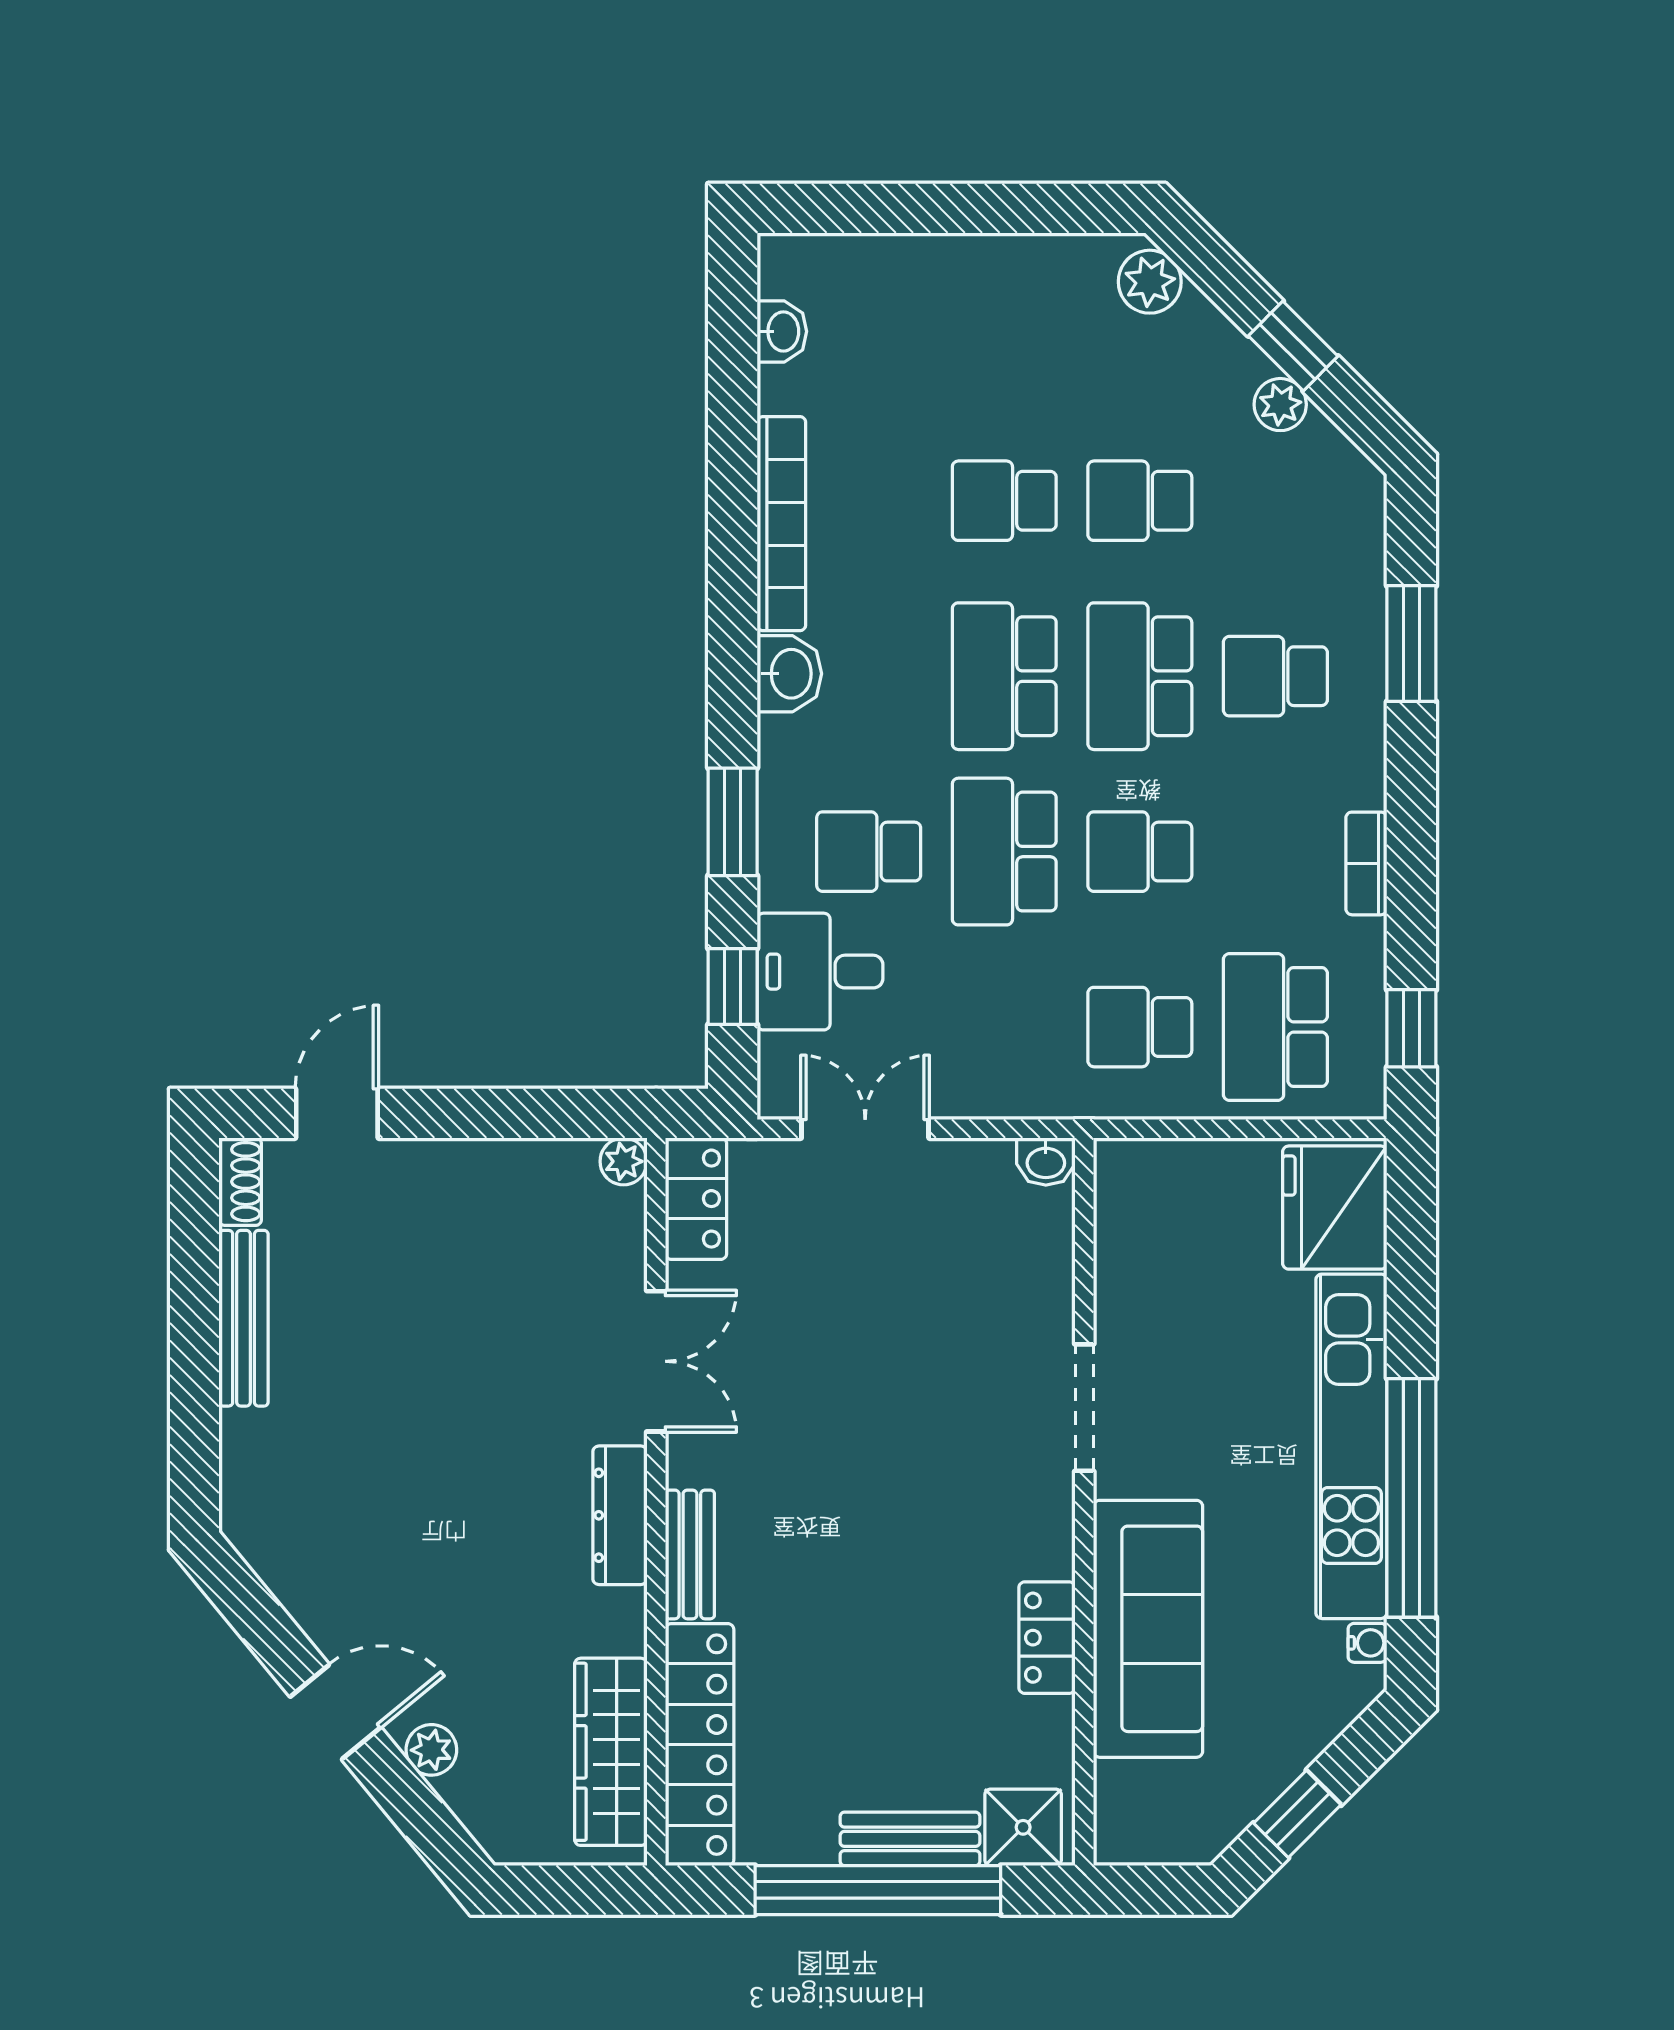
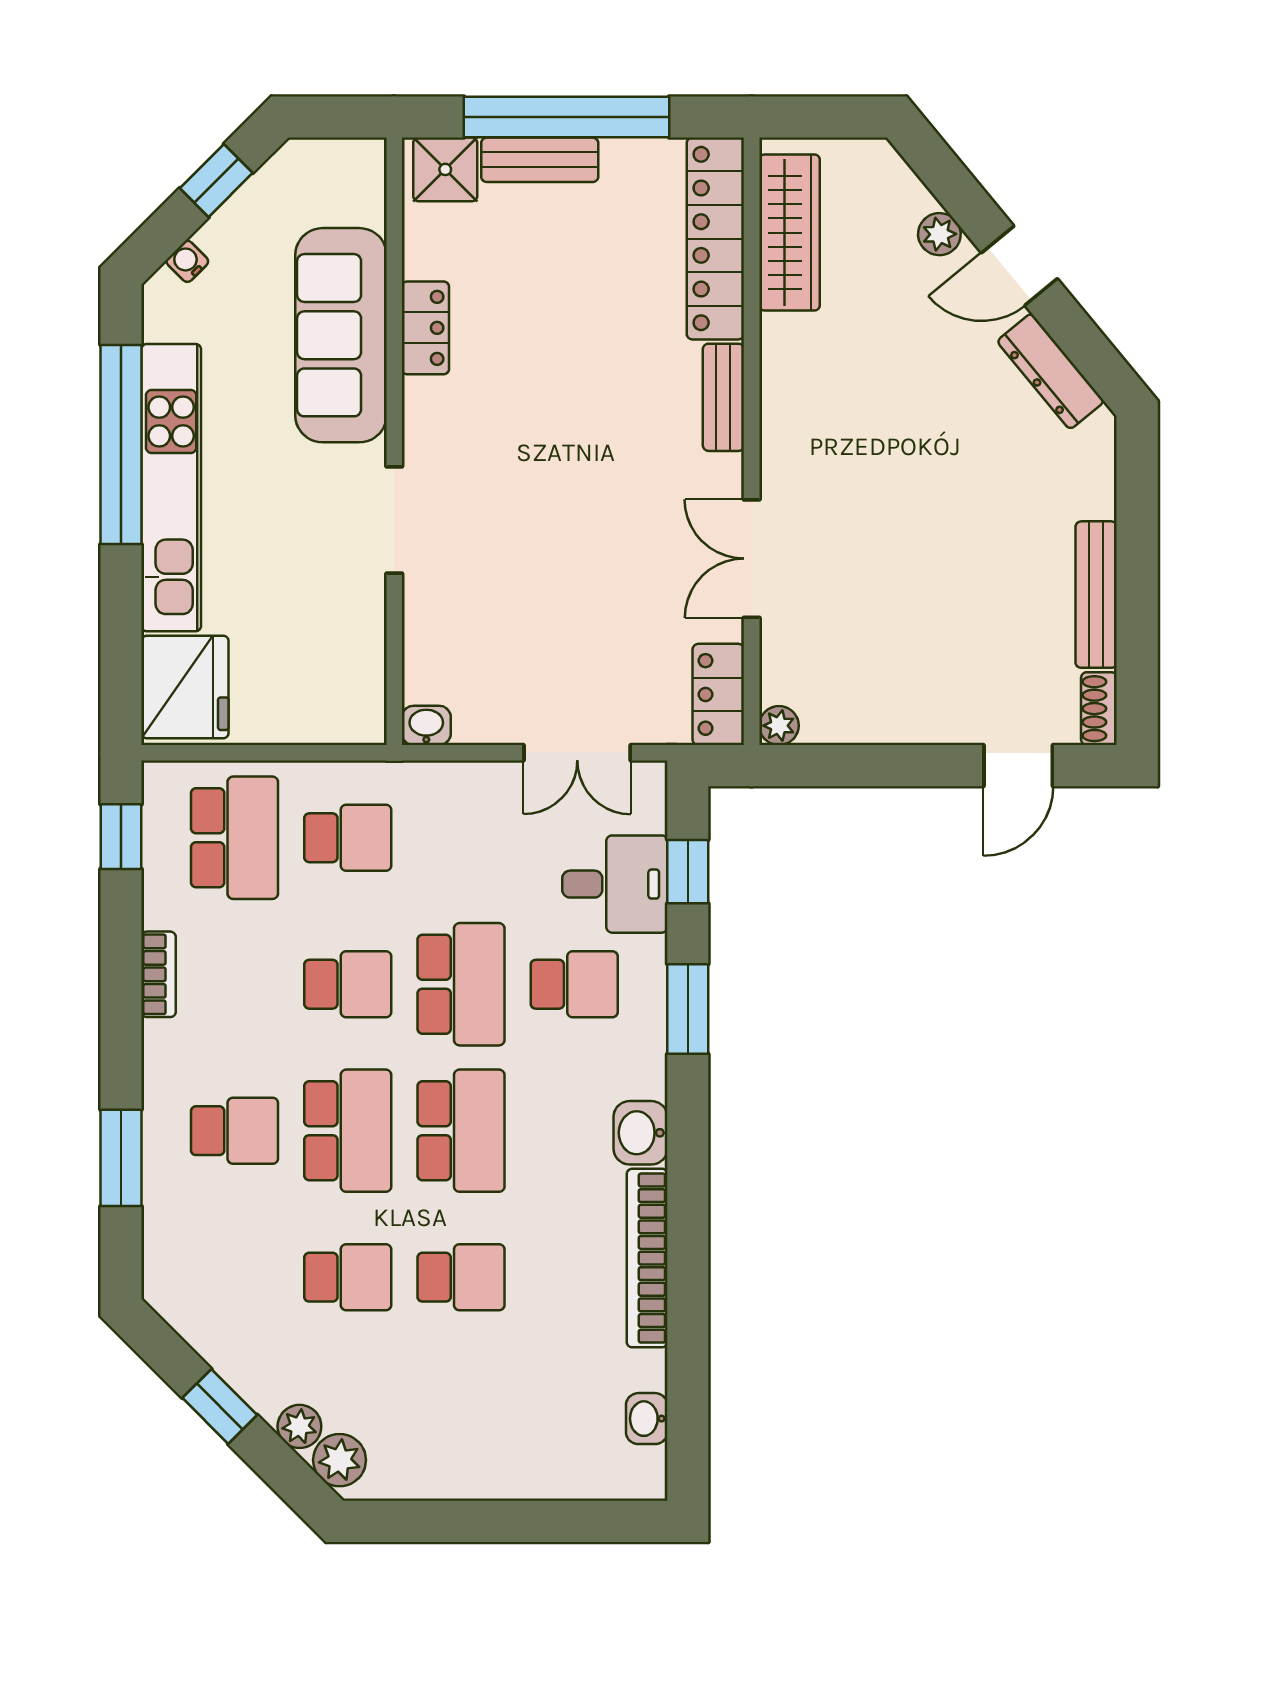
plant: (1280, 405) -> (299, 1426), moved
dresser: (620, 1515) -> (1051, 371), moved, turned 140
water cooler: (1368, 1643) -> (187, 261), moved, turned 45

